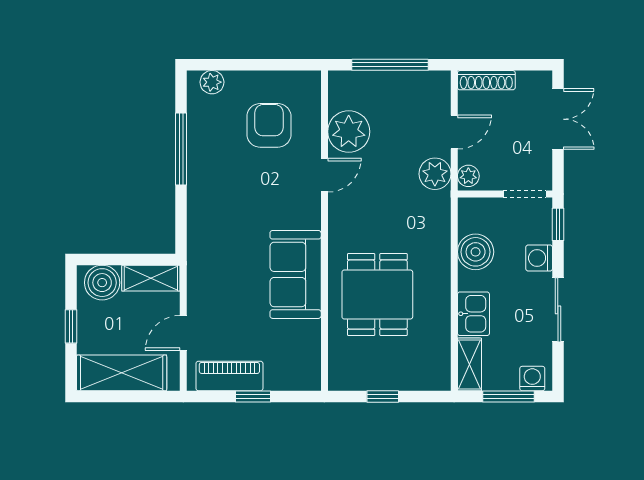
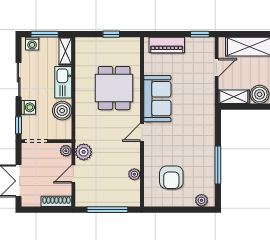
plant: (349, 132) -> (134, 174), width x0.53, depth x0.53
door: (324, 175) -> (142, 132), moved
kitchen sink: (473, 314) -> (63, 82), width x1.38
piano: (229, 376) -> (167, 45), moved
window: (253, 397) -> (200, 34), moved

